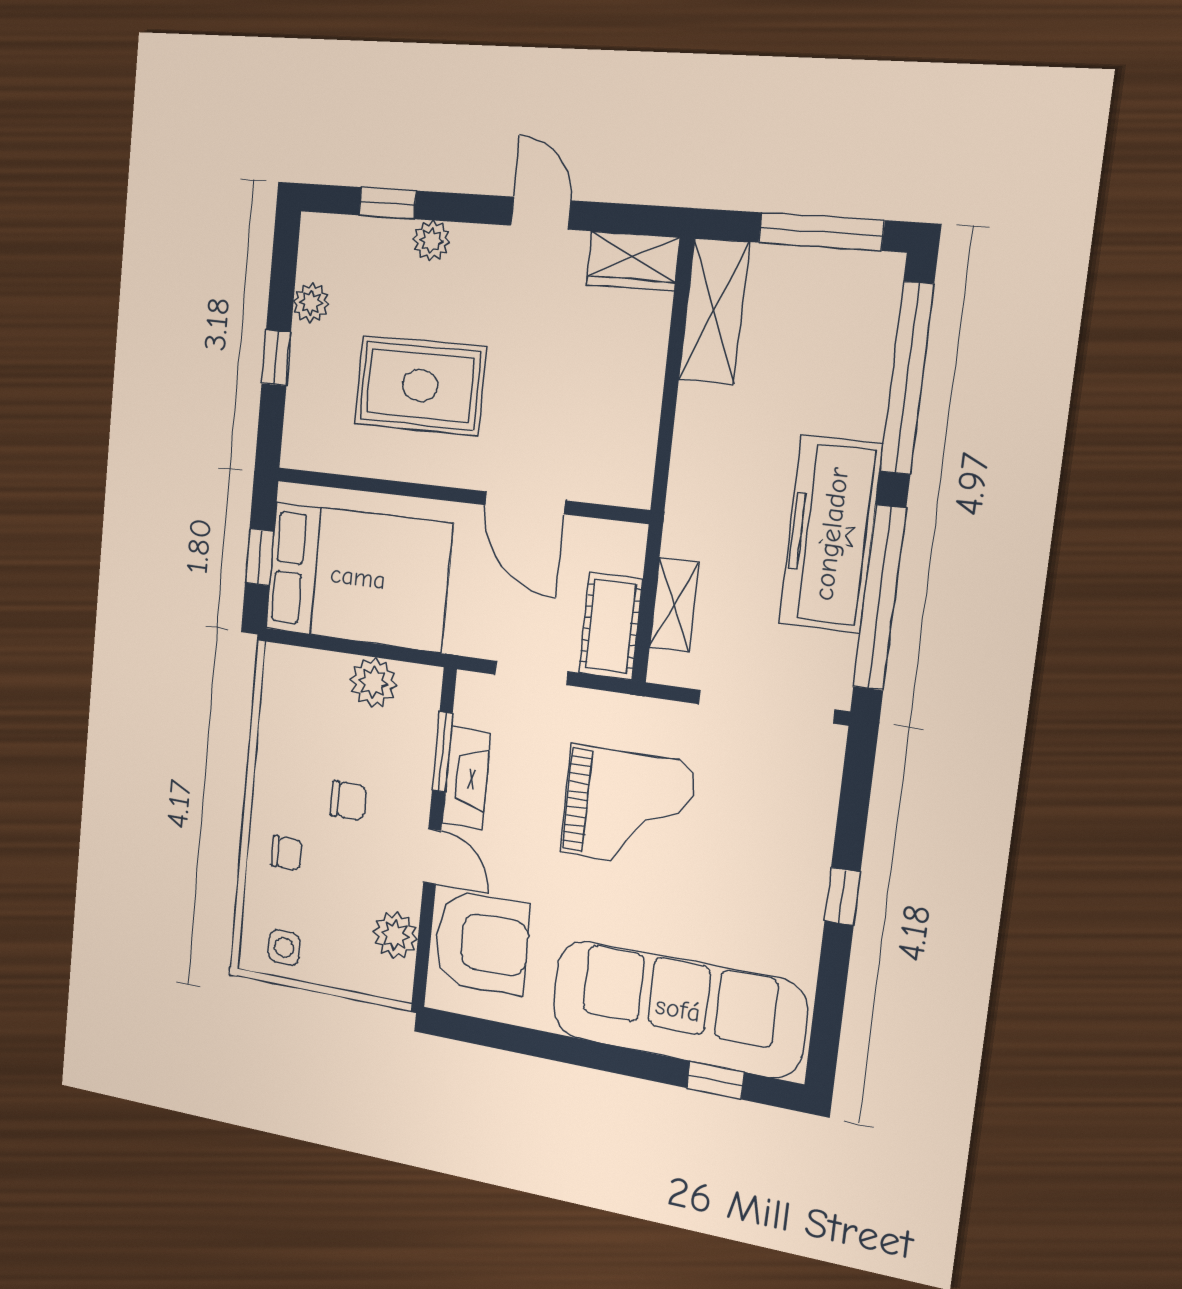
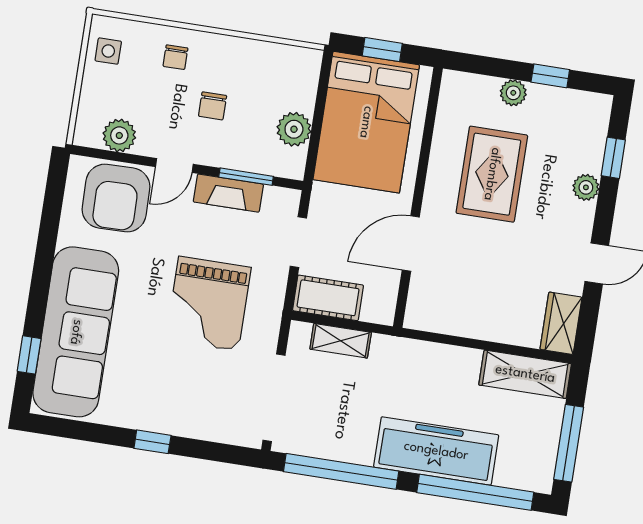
plant: (311, 303) -> (513, 93), moved
window: (276, 358) -> (550, 76), moved
freezer: (831, 534) -> (436, 451), moved

